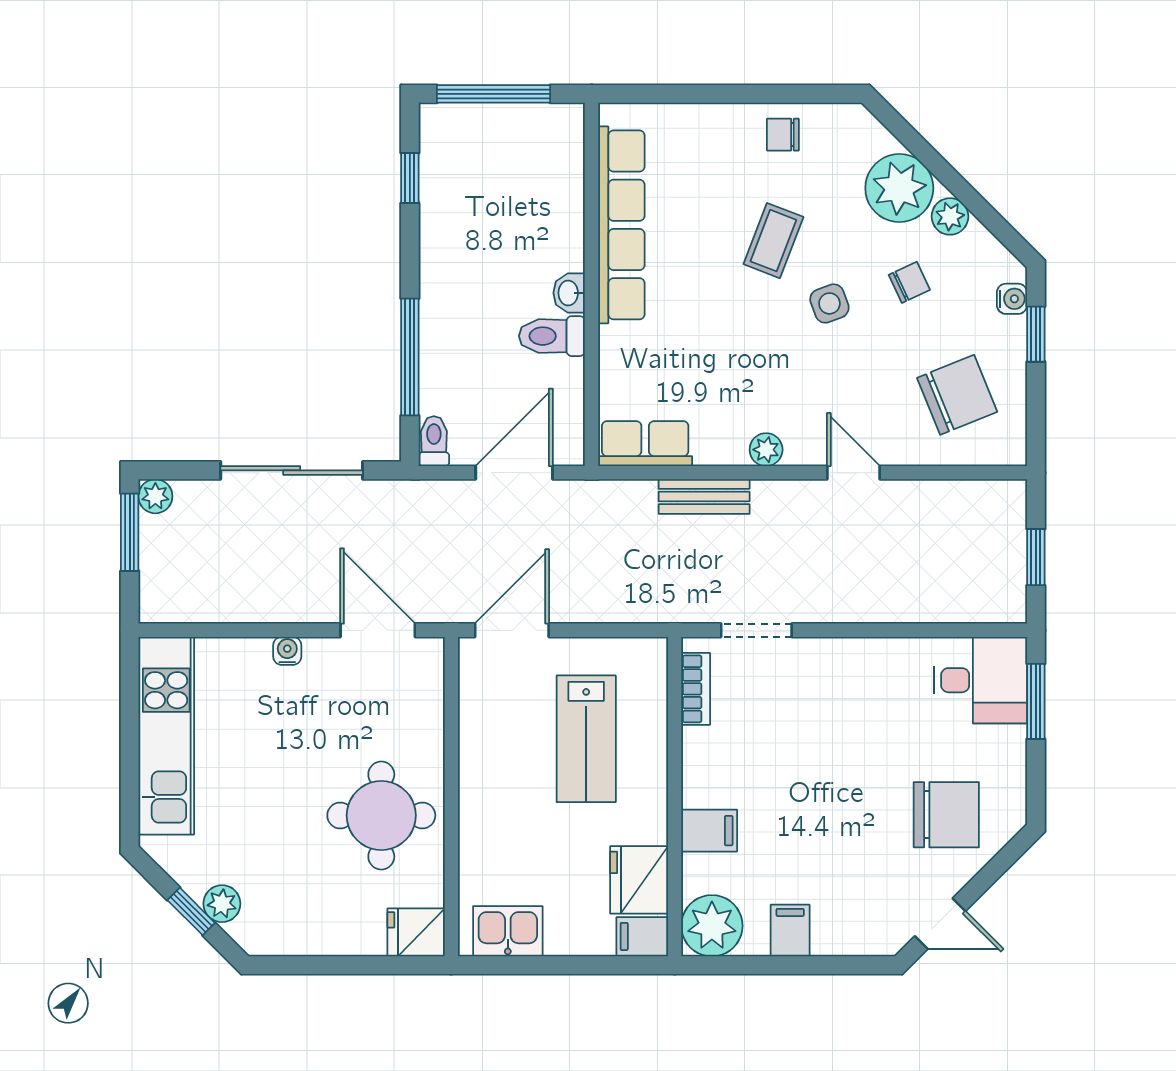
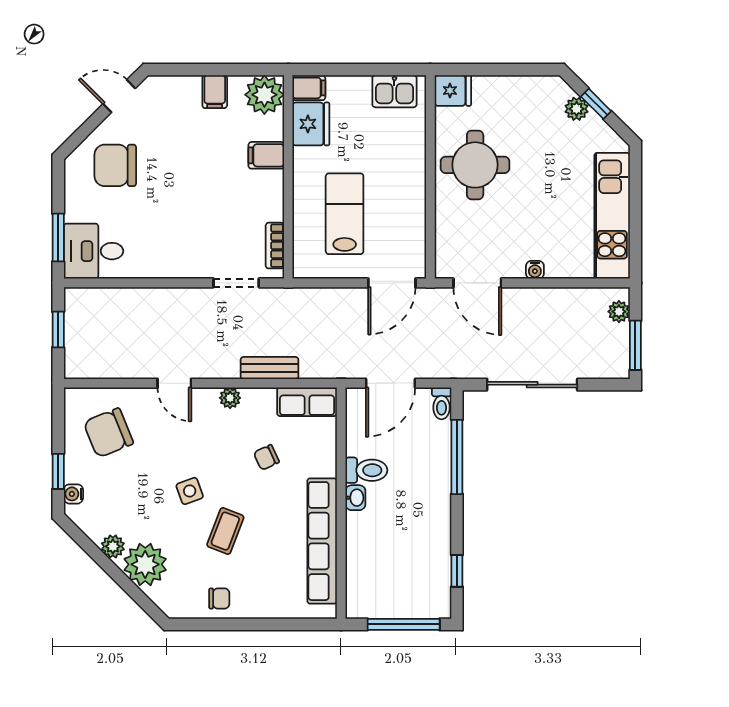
chair: (909, 282) -> (266, 457), moved
plant: (155, 496) -> (619, 312), moved

